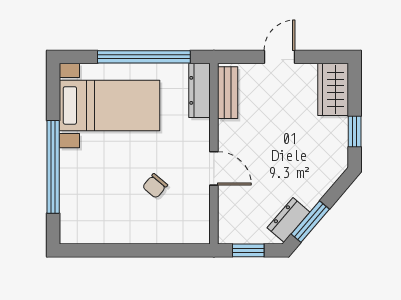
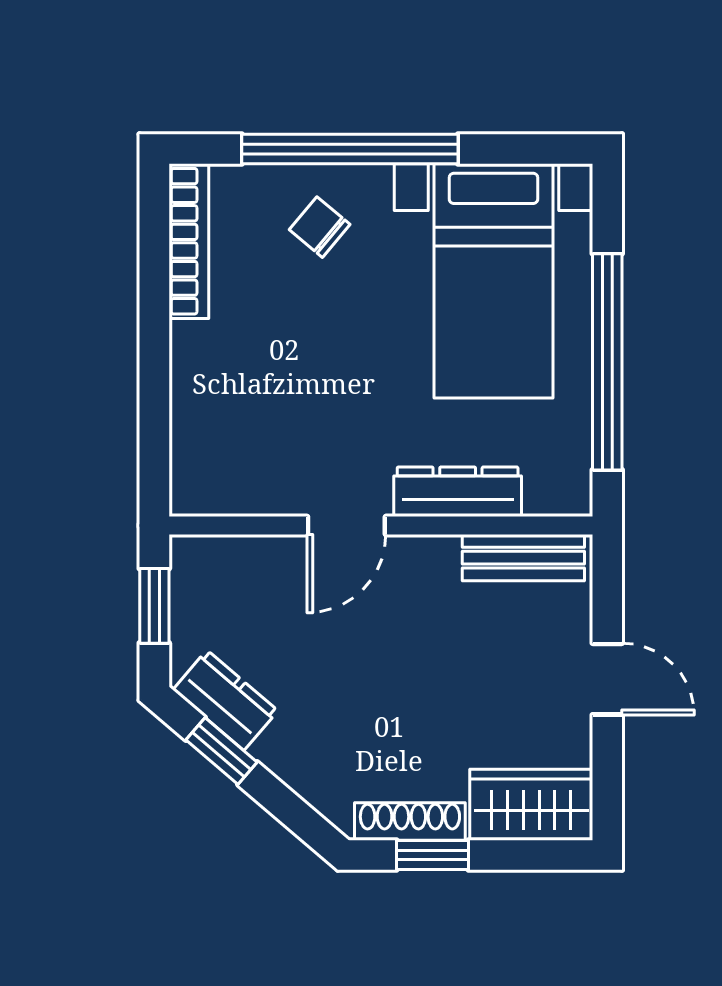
dresser: (200, 90) -> (458, 492), moved
shoe rack: (340, 141) -> (410, 822), added
chair: (155, 186) -> (320, 227), moved
window: (310, 222) -> (221, 751), width x0.67
bookcase: (92, 236) -> (189, 241), added

